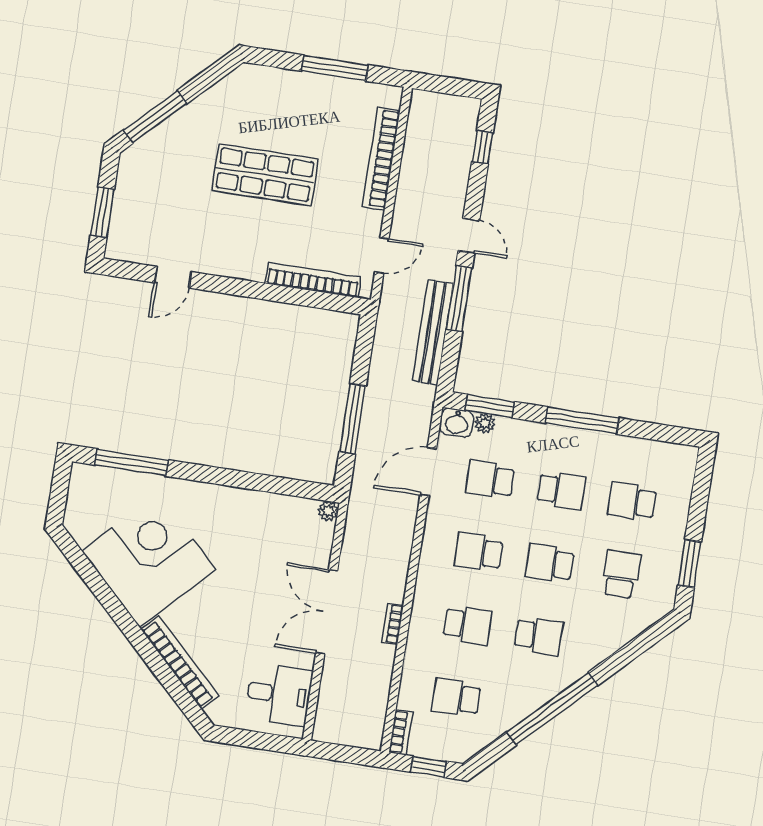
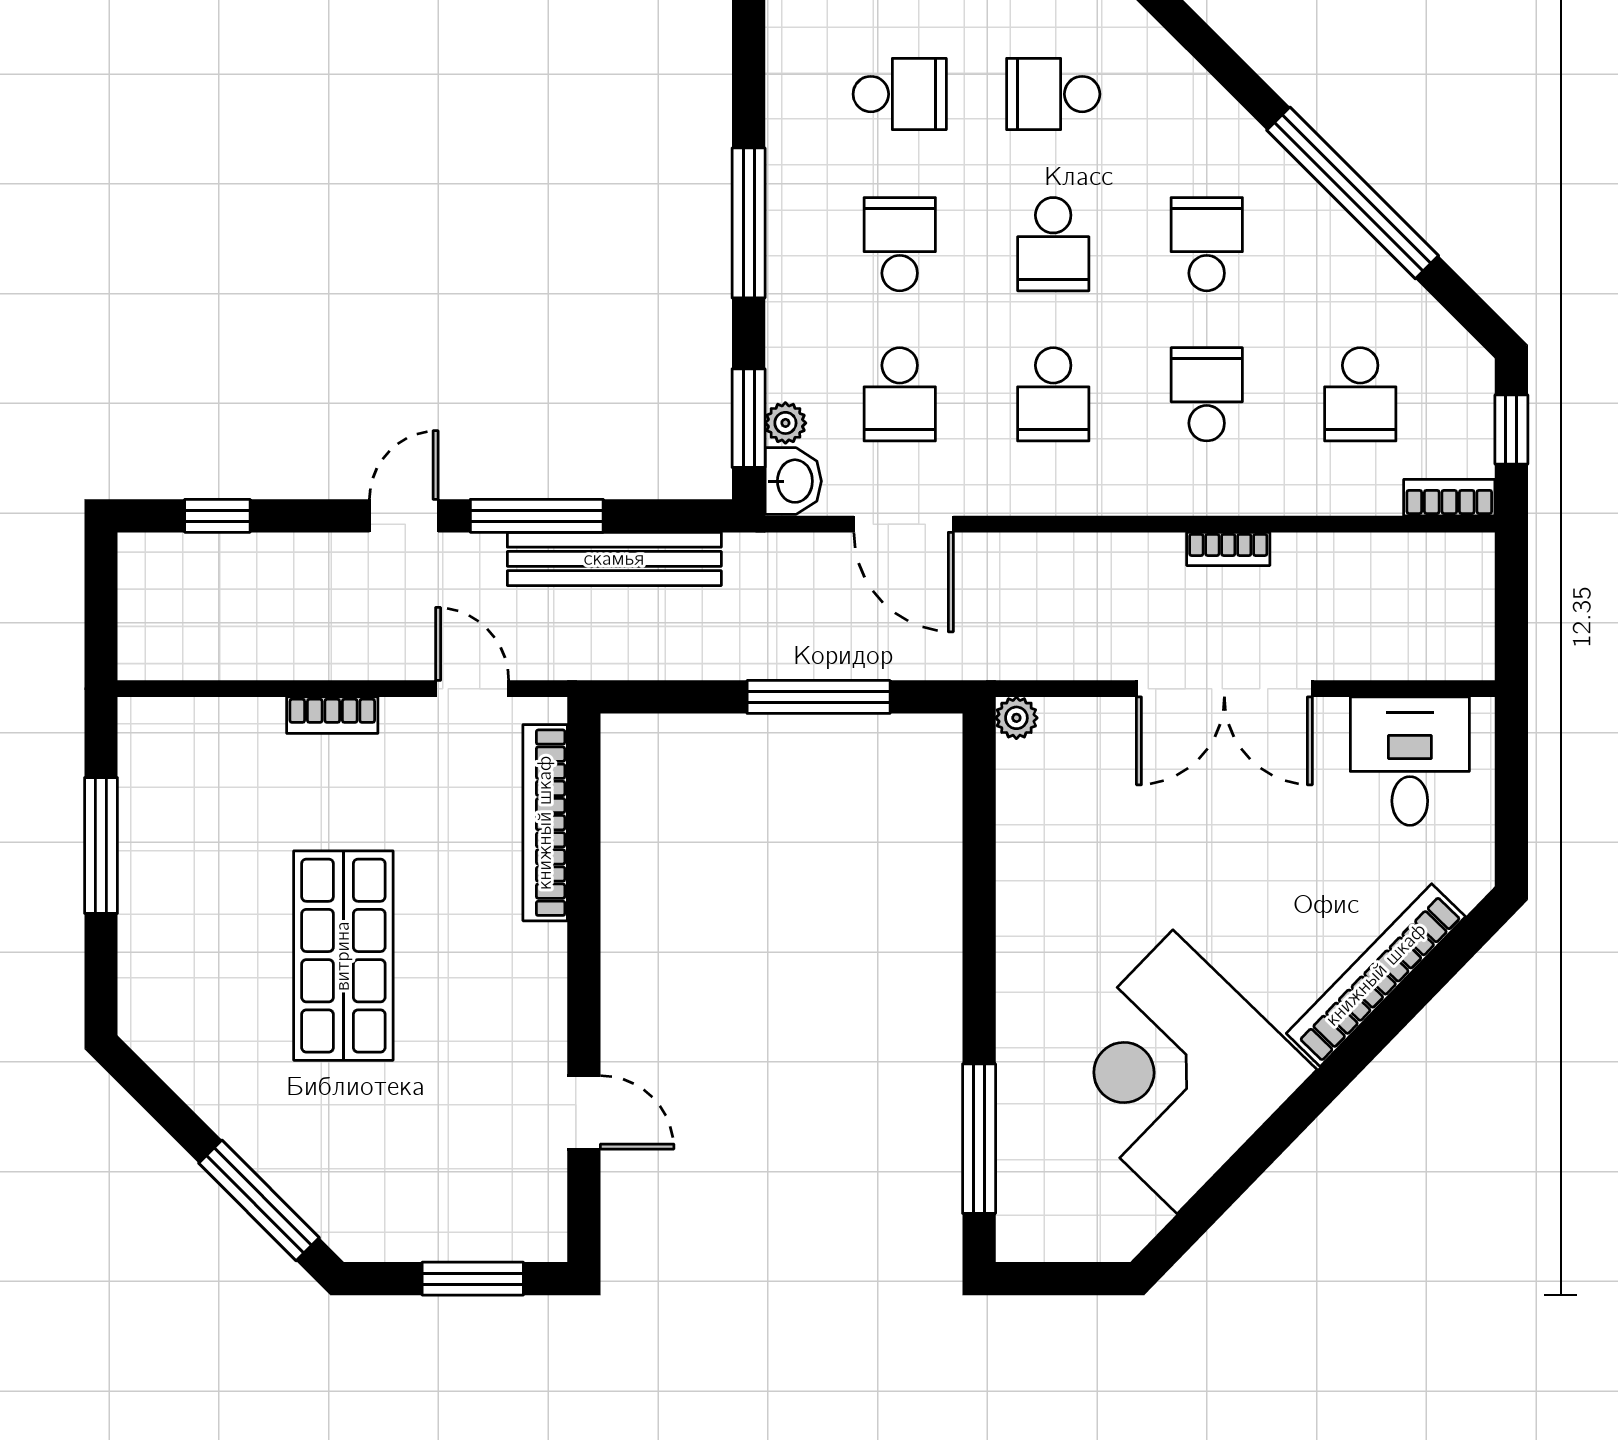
bookcase: (381, 158) -> (332, 715), width x0.43, depth x0.76
school desk: (632, 502) -> (900, 94), turned -90

